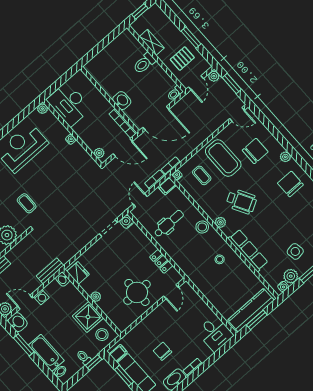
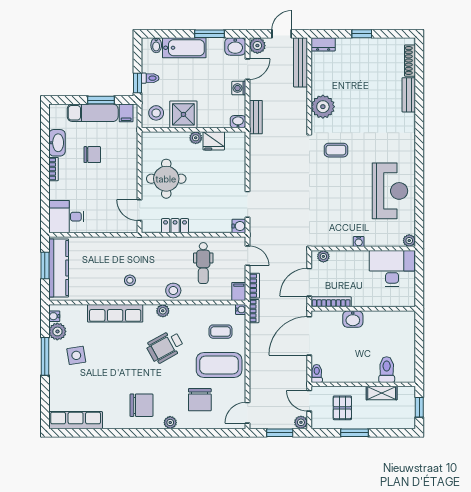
toilet: (144, 63) -> (387, 370), moved
fridge: (78, 273) -> (214, 141), moved

